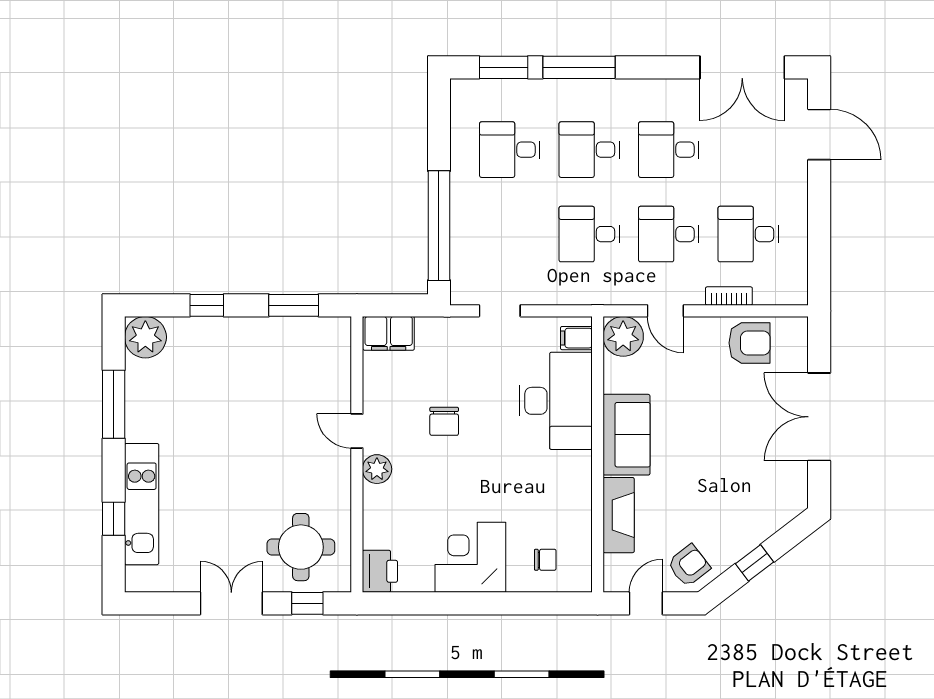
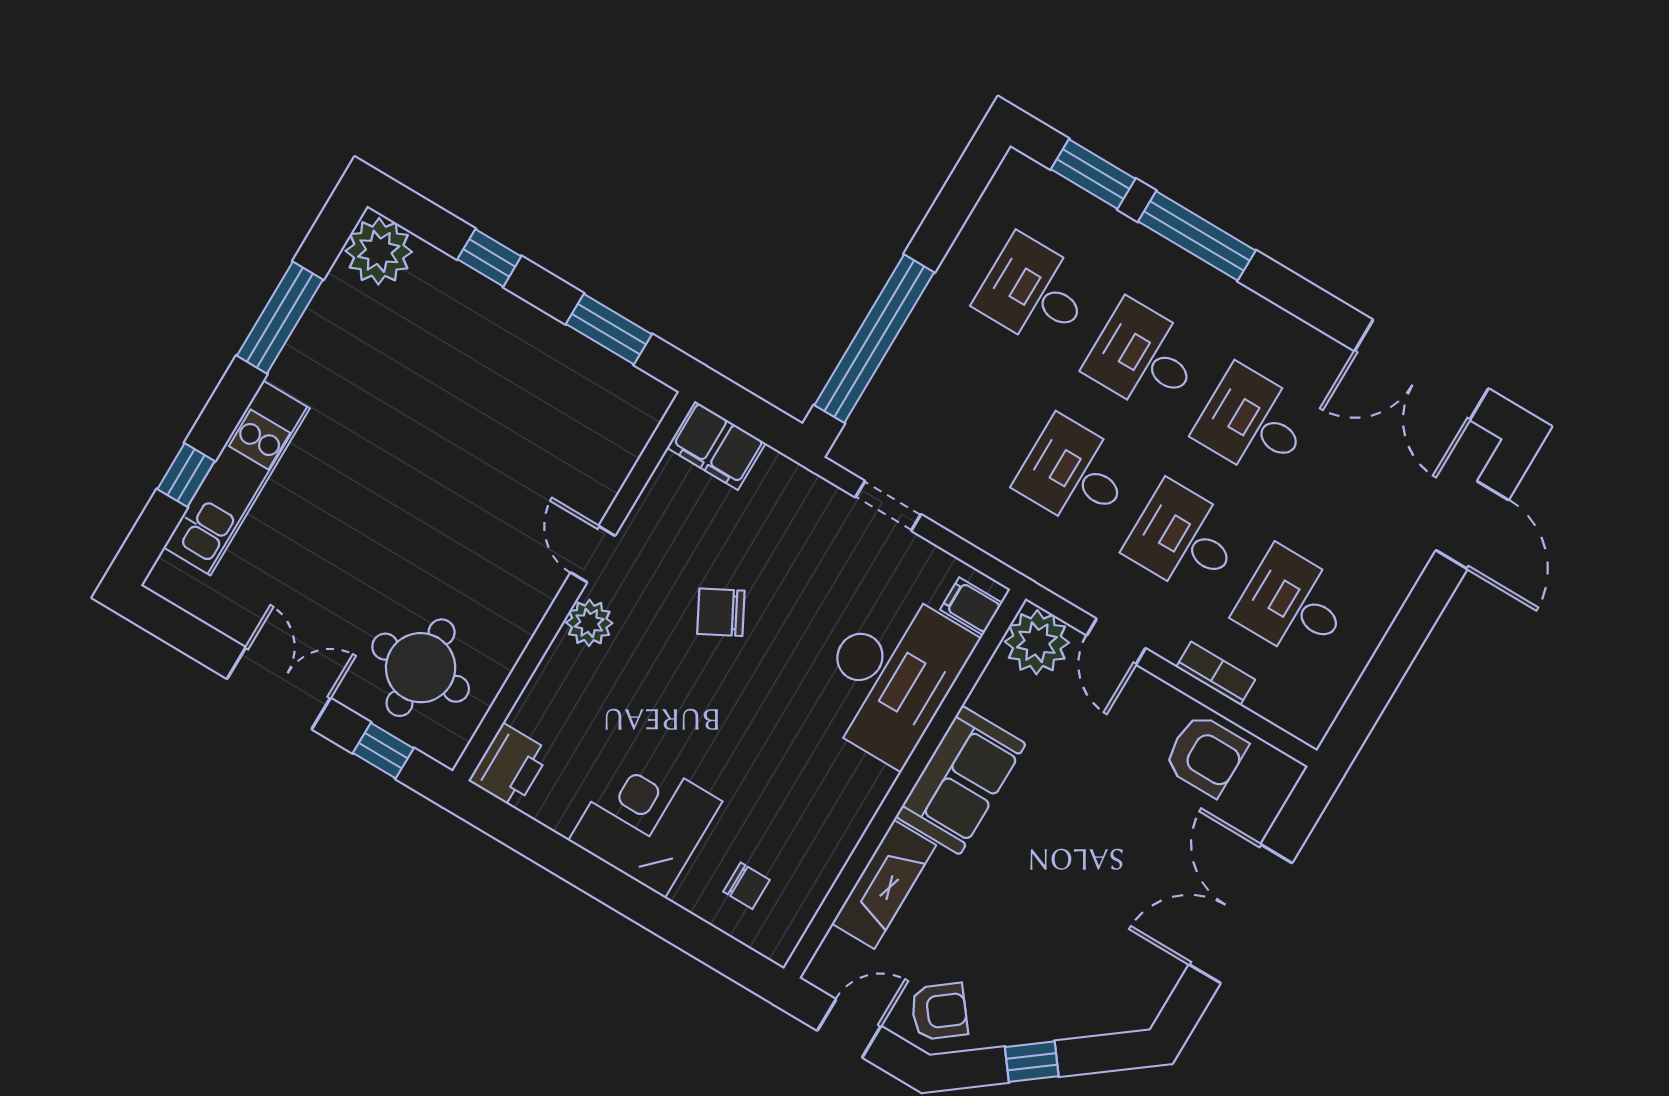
chair: (444, 421) -> (721, 612), turned 62

